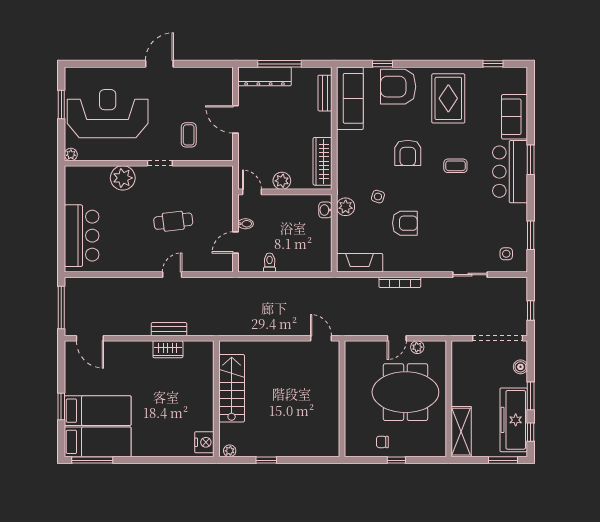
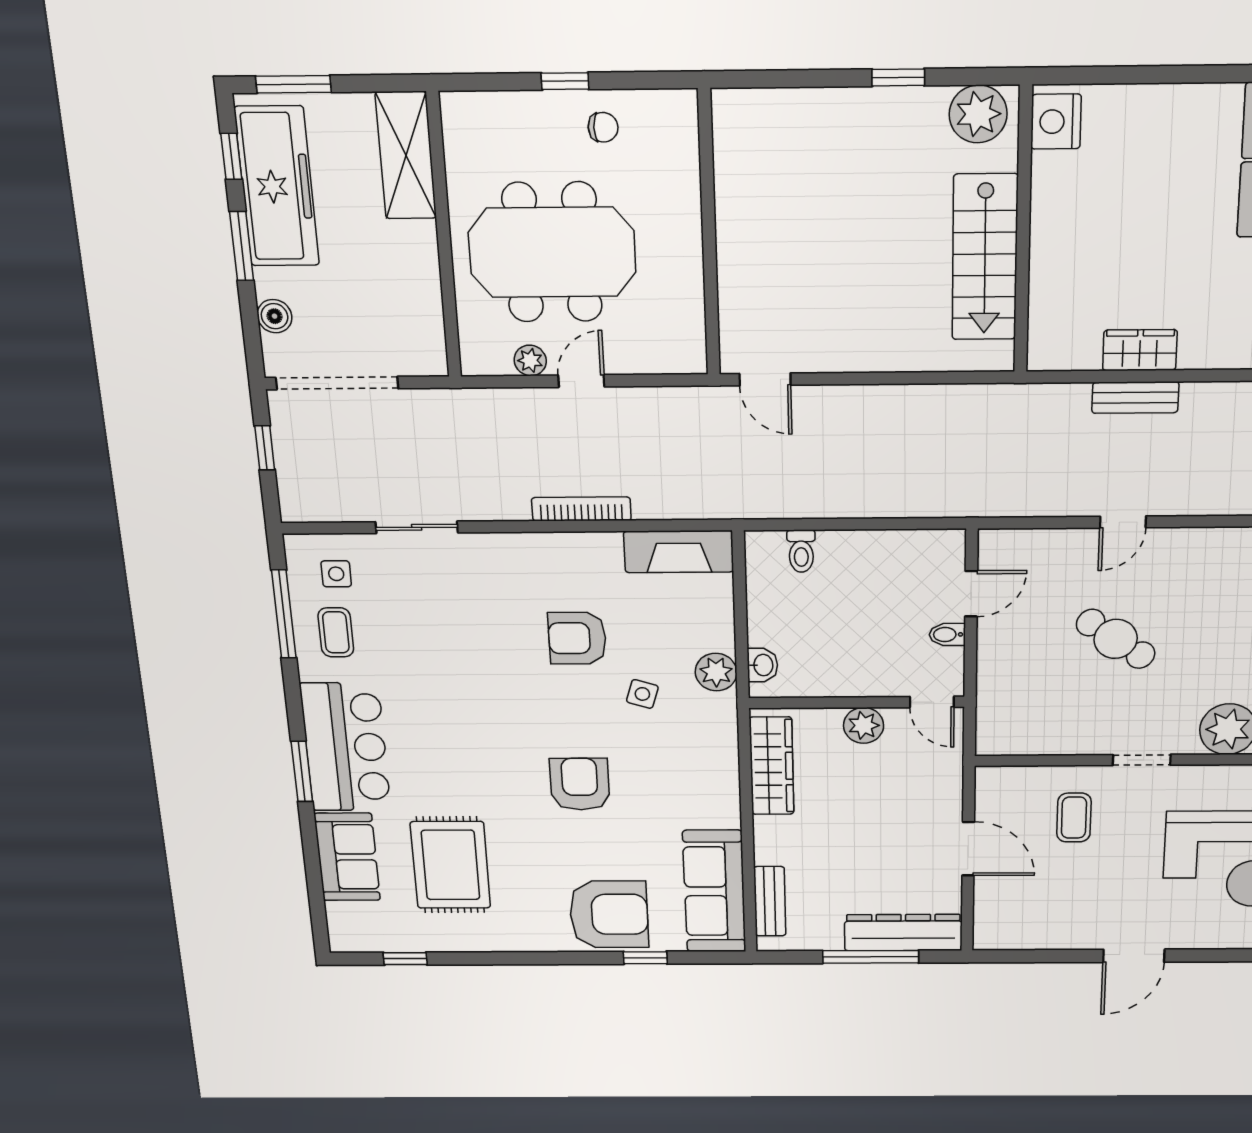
rug: (448, 98) -> (450, 865), moved
coffee table: (455, 166) -> (336, 632), moved, turned 90
cafe table: (173, 221) -> (1116, 639), turned 42
window: (531, 235) -> (284, 614), width x1.44
toilet: (270, 263) -> (801, 551), moved
plant: (230, 451) -> (978, 114), width x1.88, depth x1.88

